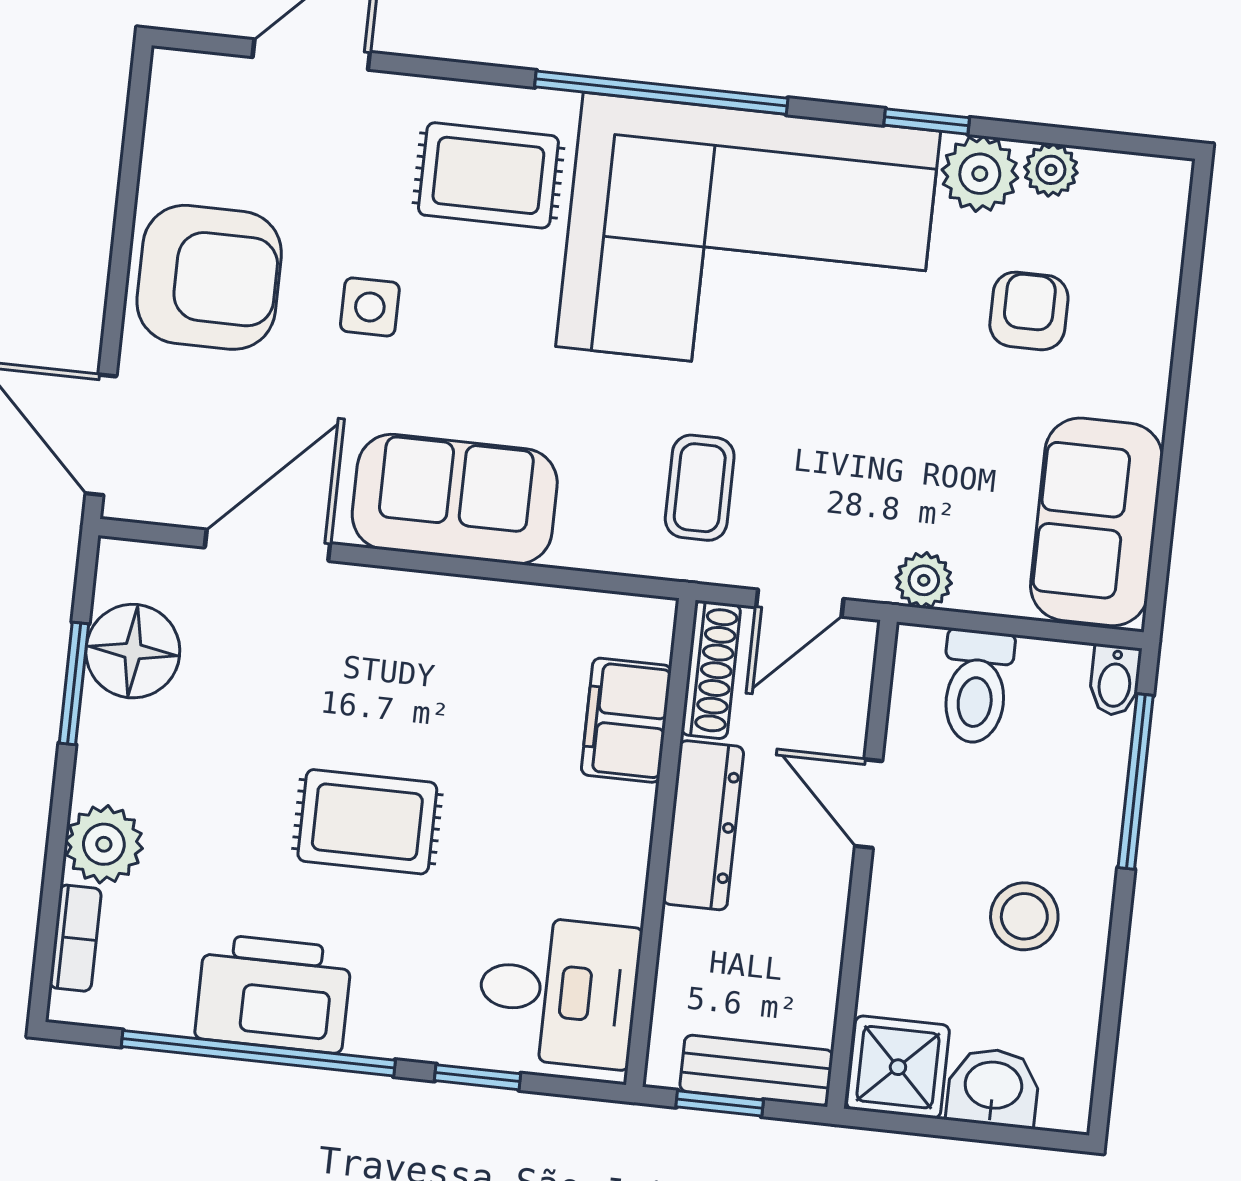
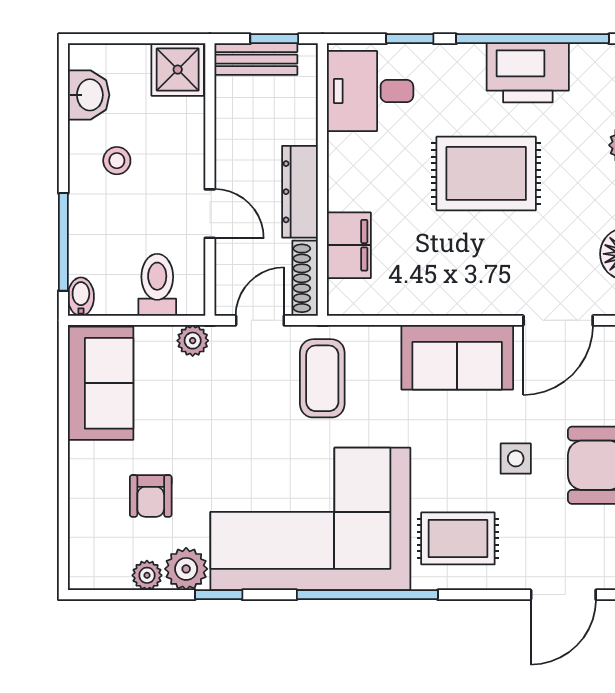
coffee table: (700, 488) -> (322, 378), width x1.36, depth x1.30
rug: (367, 822) -> (486, 173), width x1.36, depth x1.43
stool: (1024, 916) -> (117, 161), width x0.73, depth x0.73
washbasin: (993, 1087) -> (89, 95), moved, turned -90

